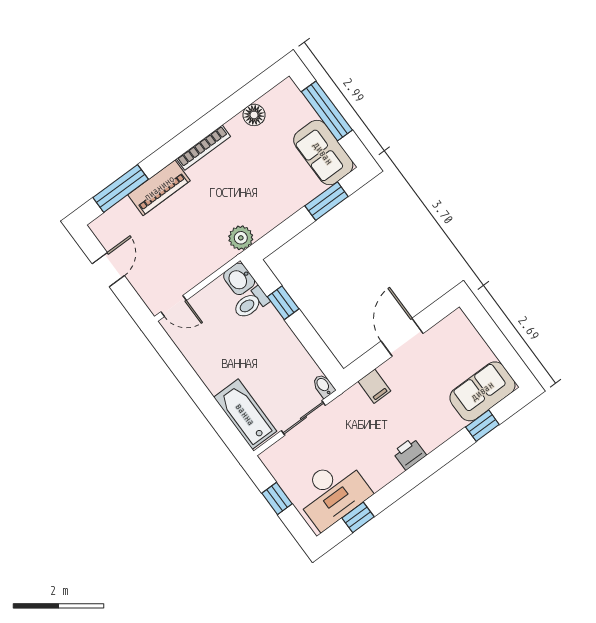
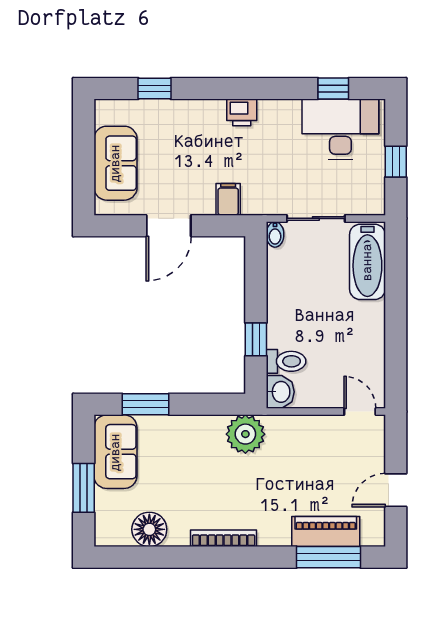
window: (327, 111) -> (84, 488), width x0.69
floor lamp: (254, 115) -> (149, 529), width x1.38, depth x1.38
piano: (159, 188) -> (326, 532), moved
plant: (241, 238) -> (245, 434), width x1.36, depth x1.36
sofa: (482, 391) -> (115, 163), moved, turned -90

